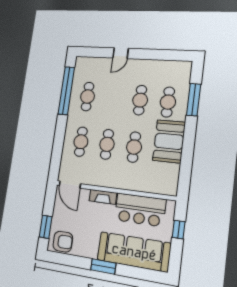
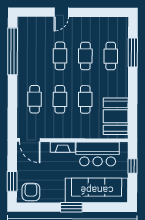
cafe table: (87, 97) -> (60, 56), moved
booth: (169, 141) -> (116, 116), moved
armchair: (63, 242) -> (31, 192), turned -90

